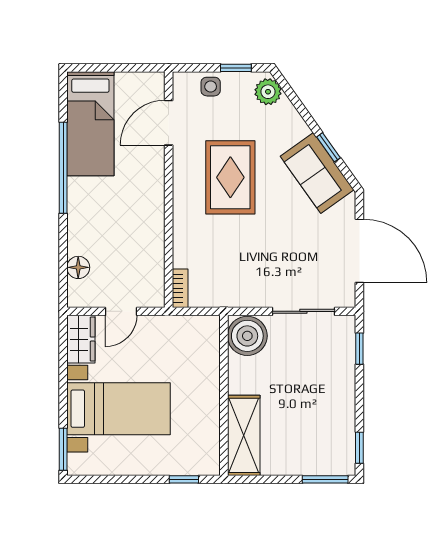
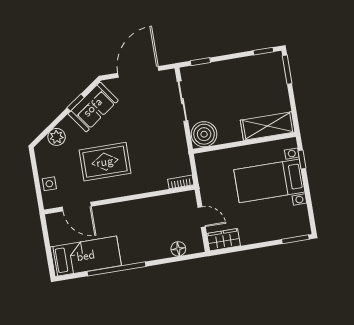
window: (236, 68) -> (35, 170), removed
plant: (268, 92) -> (57, 137), moved
bed with nightstands: (118, 409) -> (269, 181), moved, turned -90

